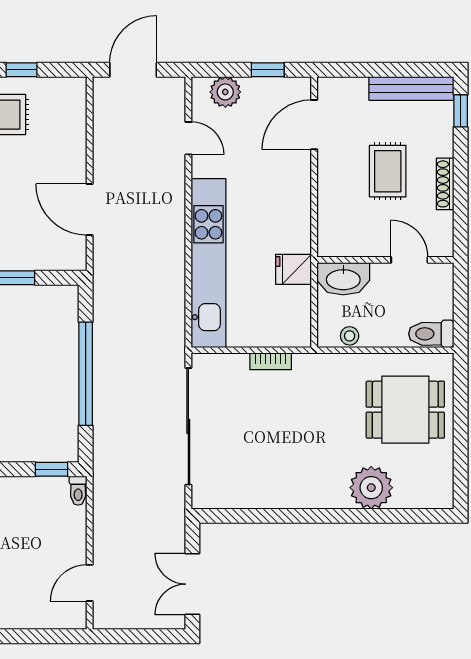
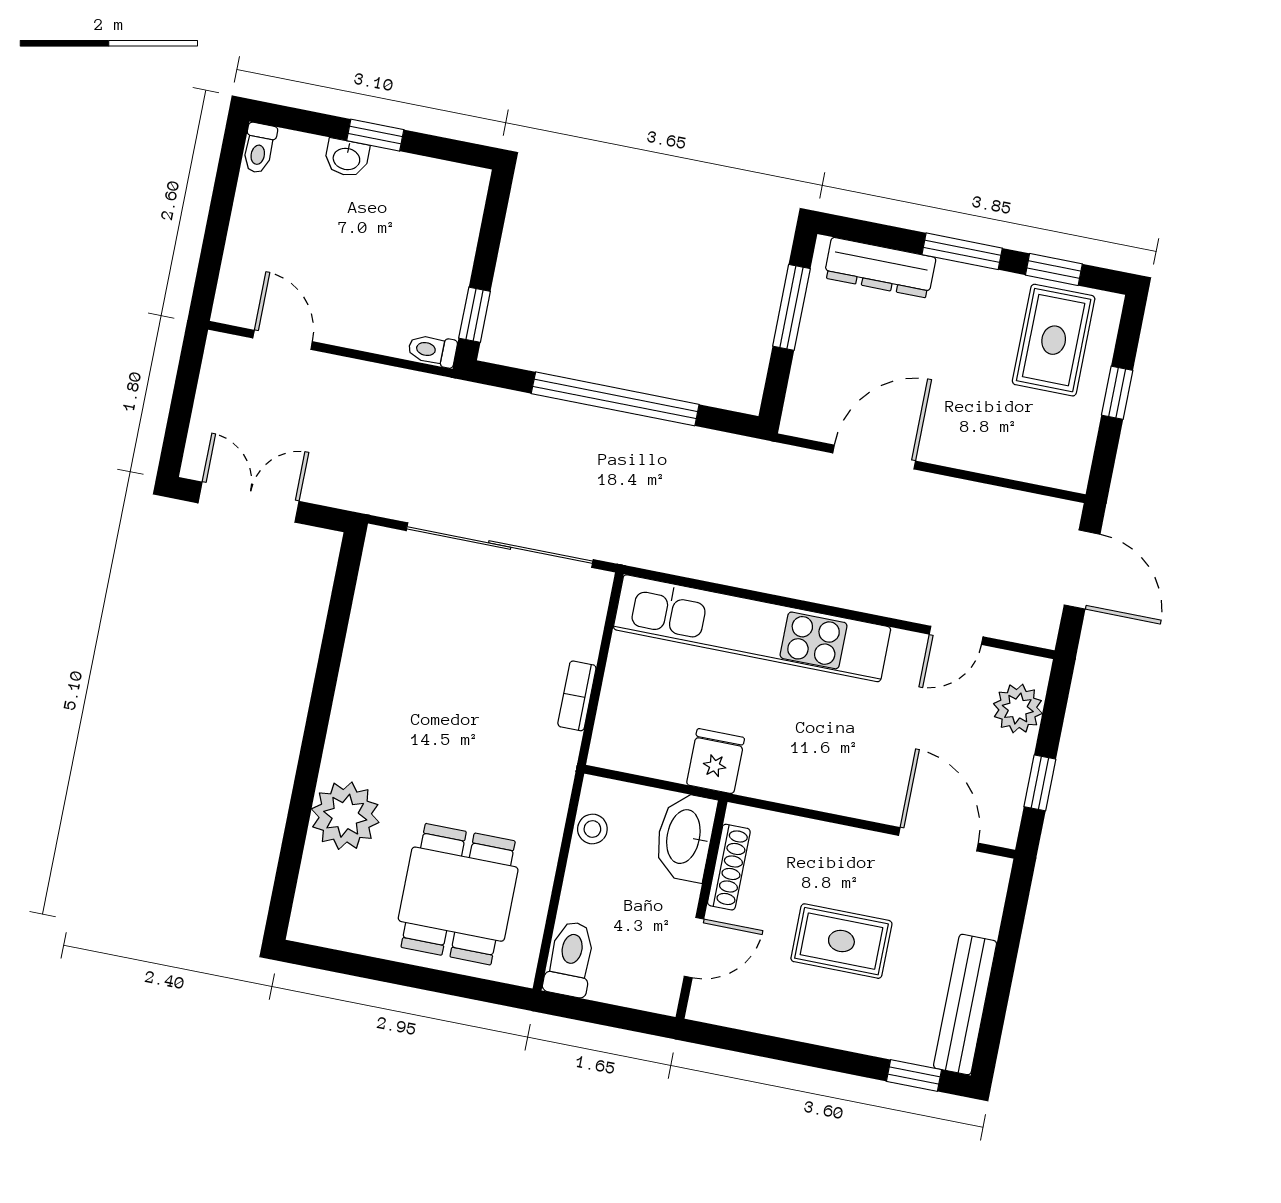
shoe rack: (445, 184) -> (729, 867), moved, turned 90

